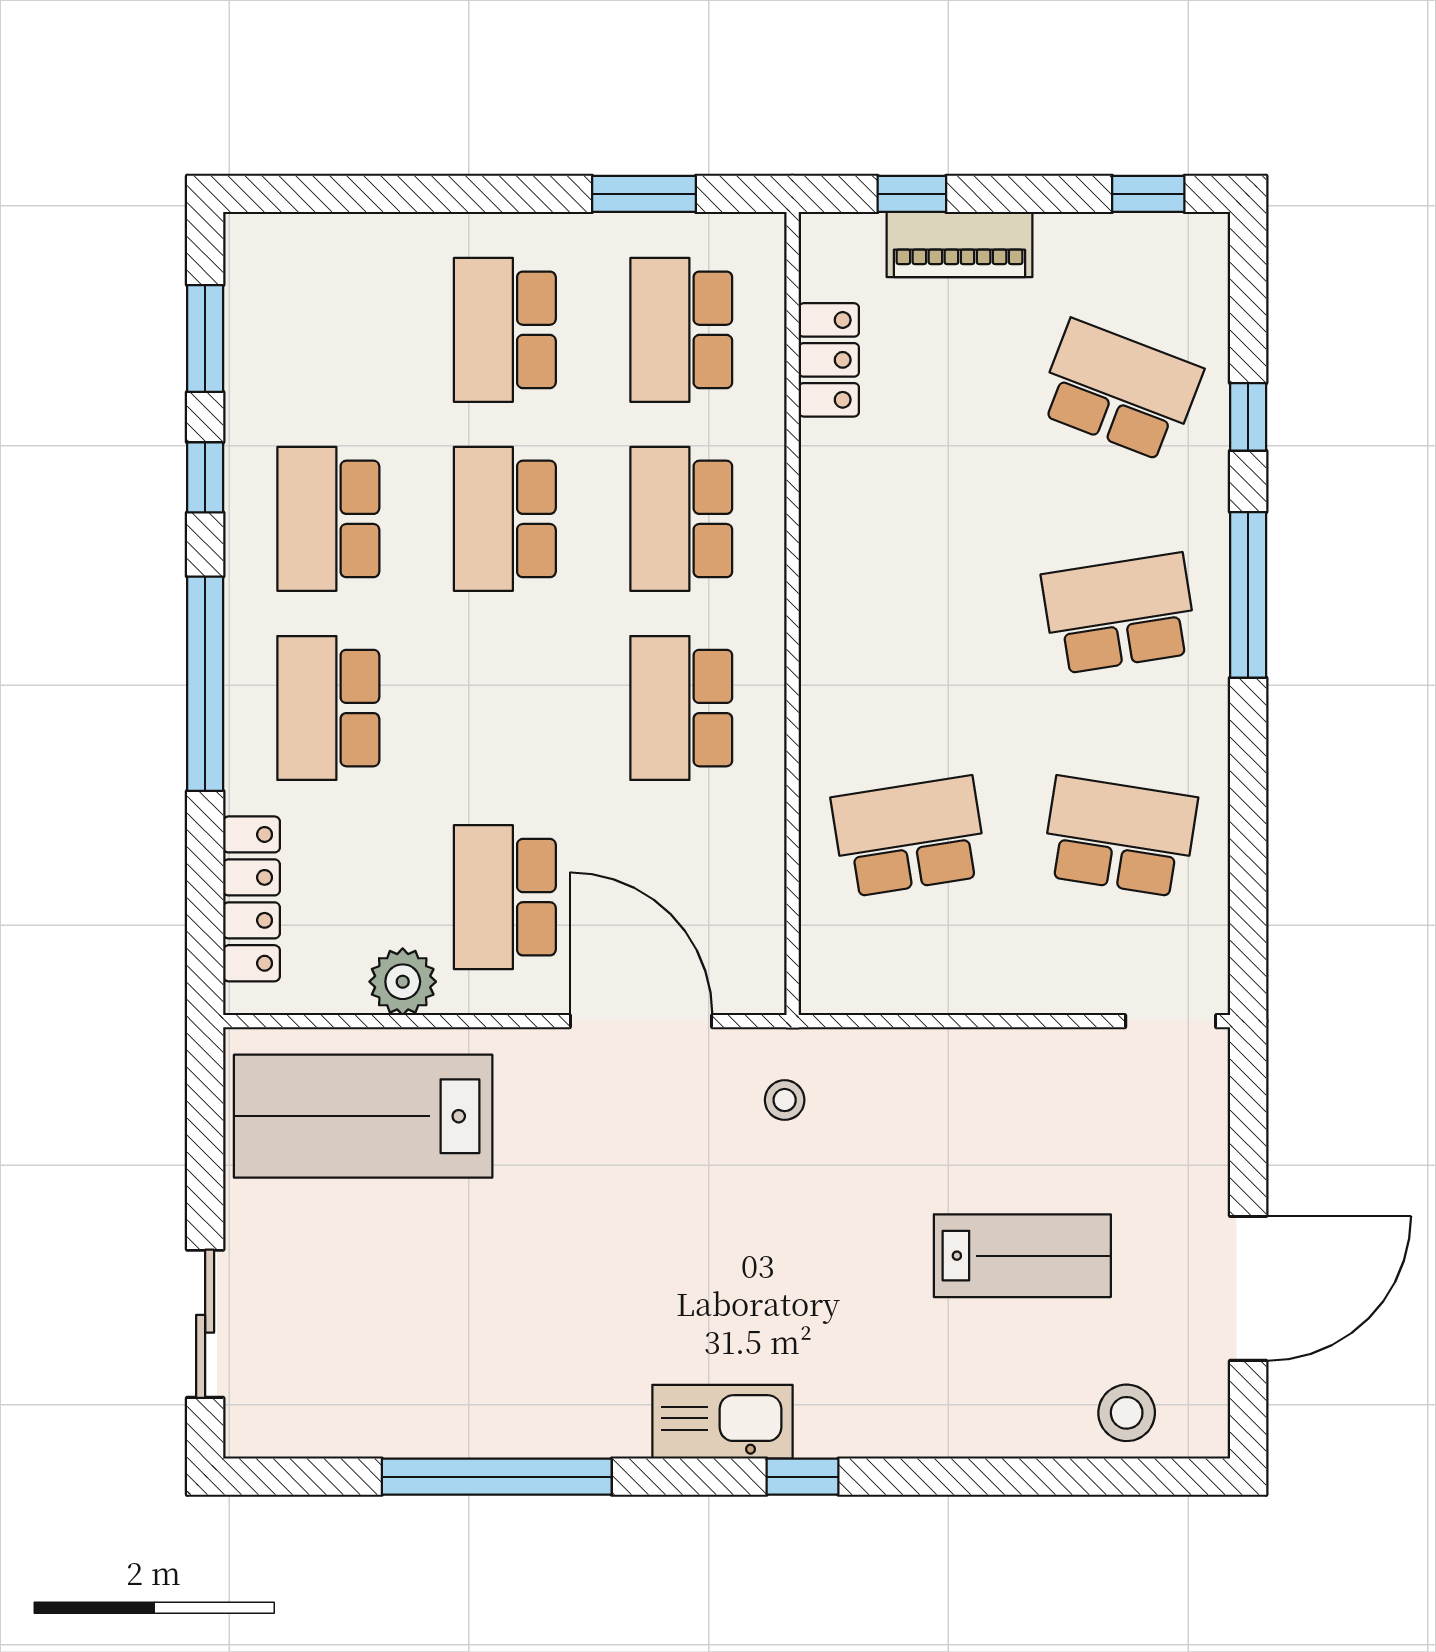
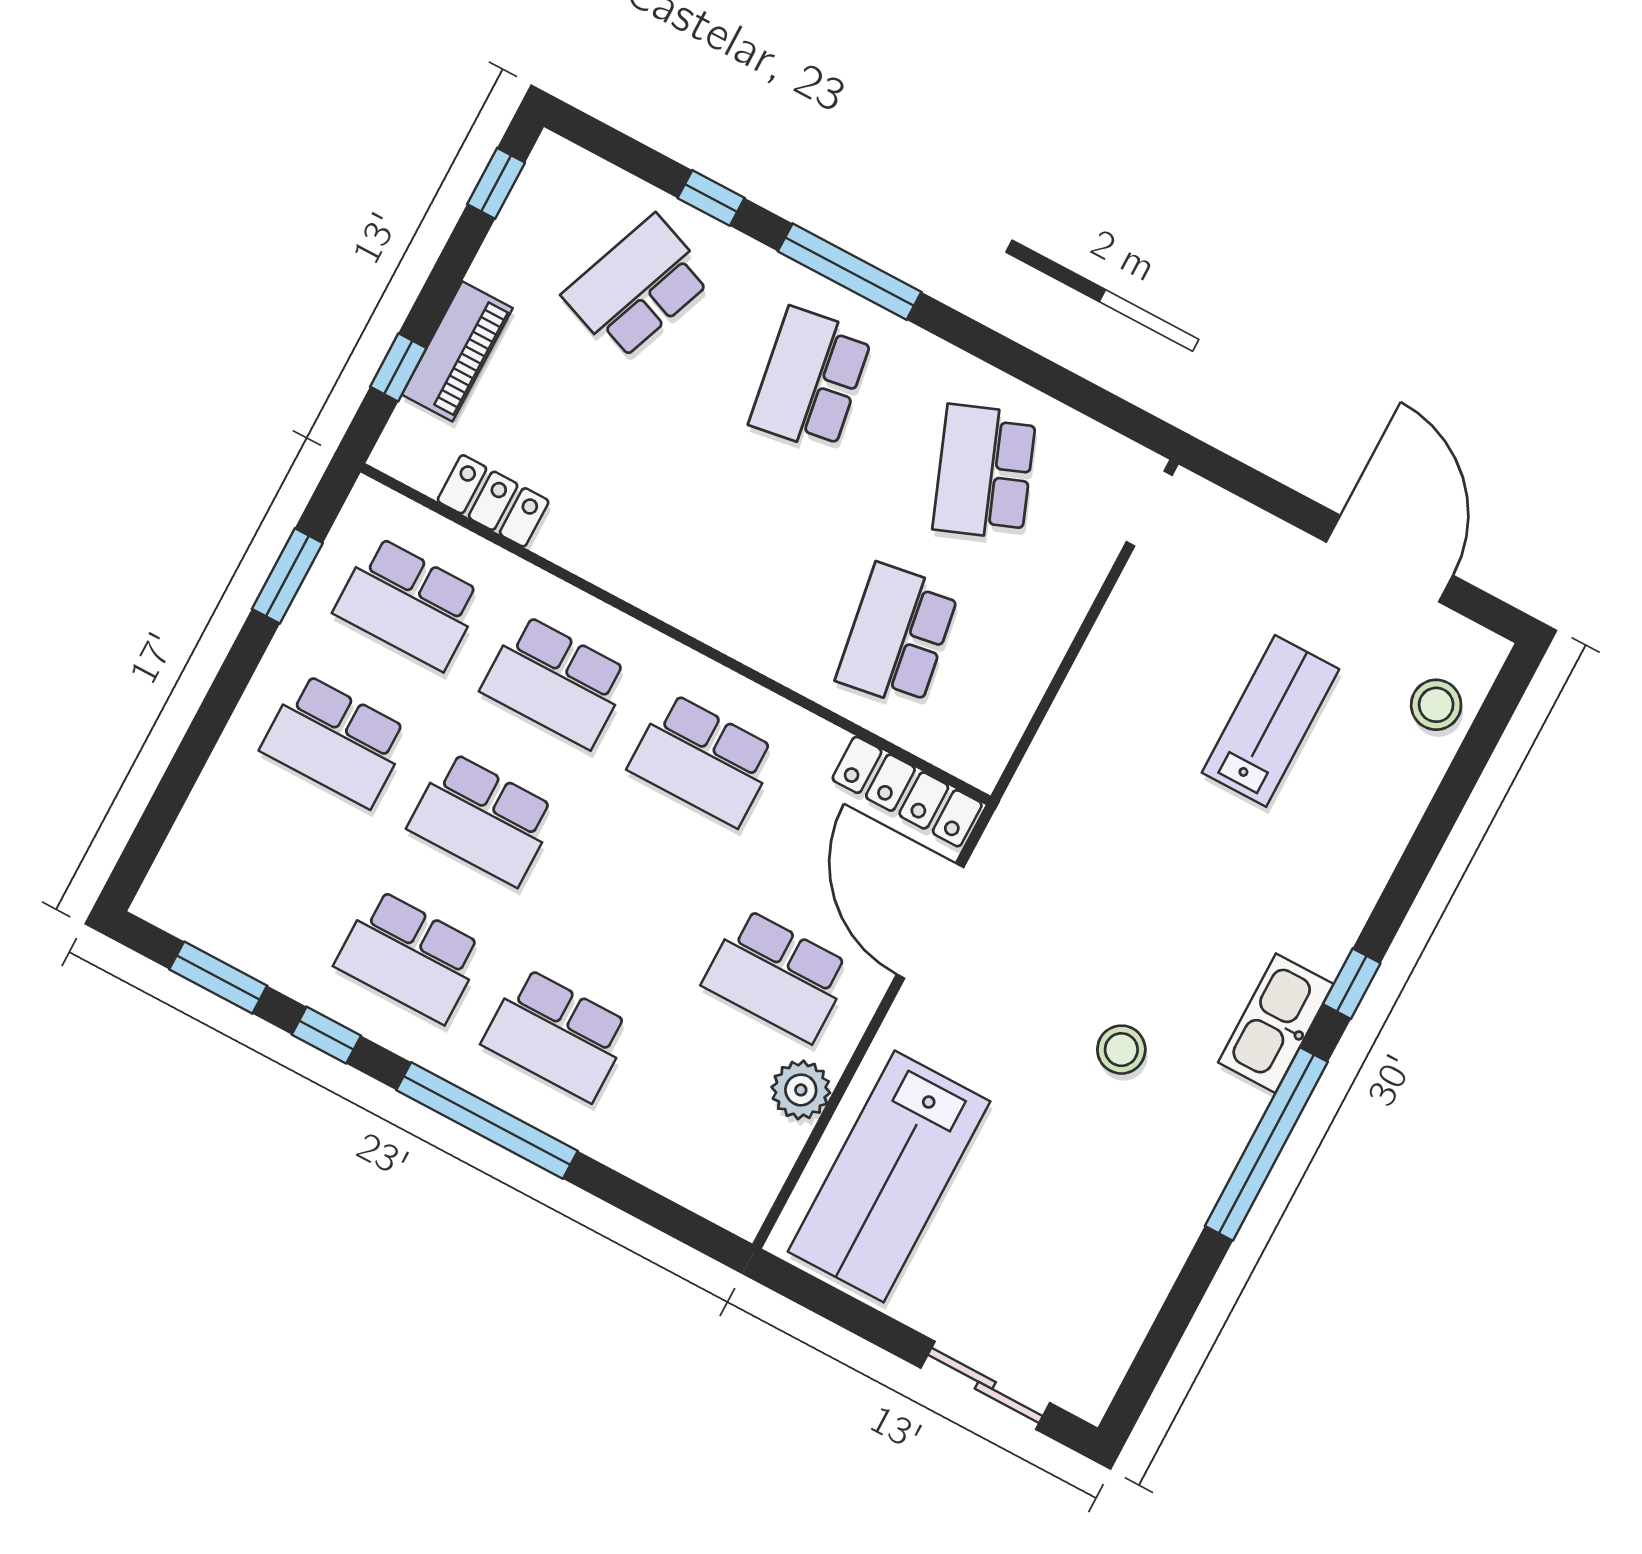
school desk: (1119, 837) -> (984, 472), turned -30
locker: (251, 899) -> (907, 792), moved, turned 180
door: (641, 1021) -> (930, 921), hinge flipped
stool: (785, 1100) -> (1121, 1050), moved, width x1.37, depth x1.37
window: (497, 1477) -> (1266, 1144), moved

